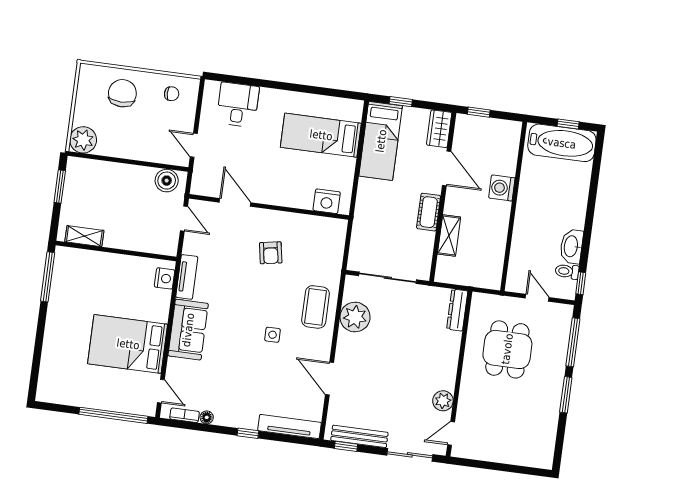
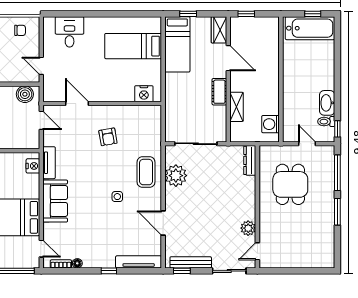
washing machine: (502, 188) -> (271, 124), moved

